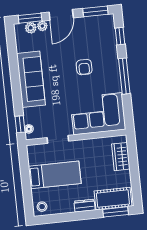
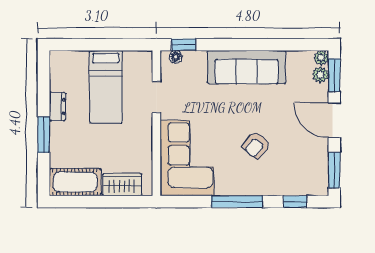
plant: (42, 26) -> (321, 58), moved
armchair: (84, 67) -> (256, 145), turned -51
cot: (113, 199) -> (75, 182), moved, turned 90
dresser: (84, 206) -> (57, 107), moved
stool: (42, 207) -> (62, 64), removed
window: (116, 212) -> (44, 135), moved

